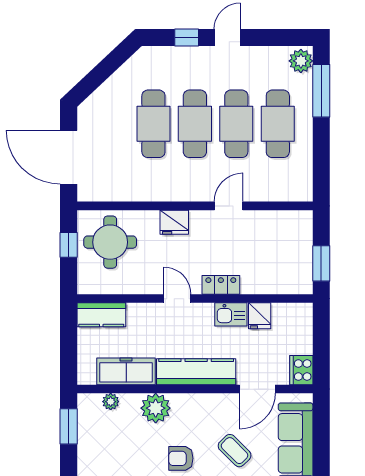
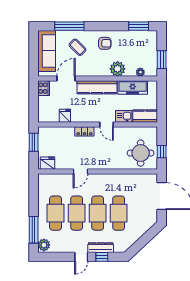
dresser: (189, 56) -> (101, 248), added
fridge: (174, 222) -> (47, 163), moved
kitchen sink: (231, 314) -> (124, 116), moved

